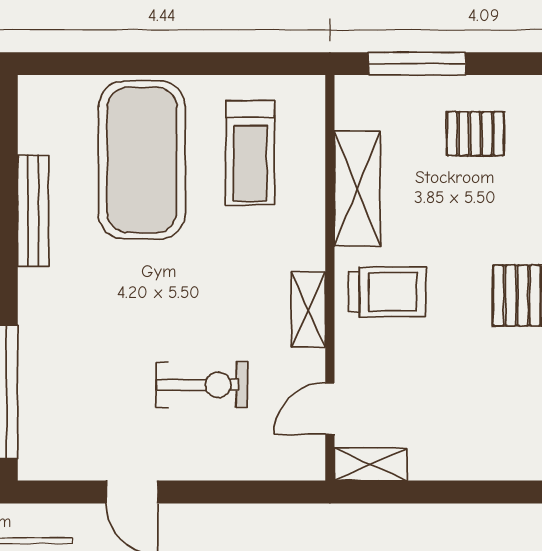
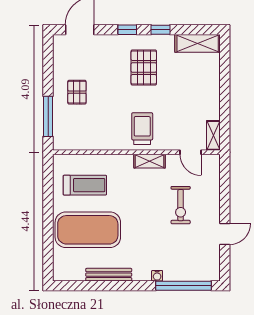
shelving: (357, 189) -> (100, 141), removed
water cooler: (31, 328) -> (157, 276), added
exercise bike: (202, 385) -> (181, 205), turned 180

